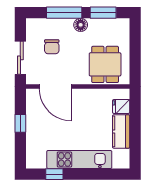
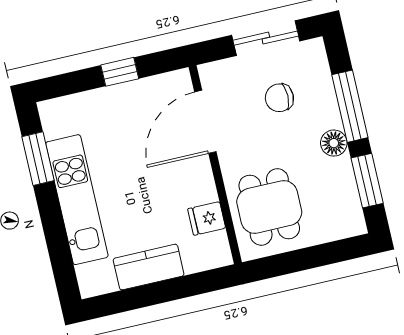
sliding door: (20, 58) -> (266, 38), moved
dining table: (105, 64) -> (269, 207), turned 90
fridge: (121, 106) -> (207, 218), moved, turned -90
window: (54, 174) -> (38, 159), width x1.50

